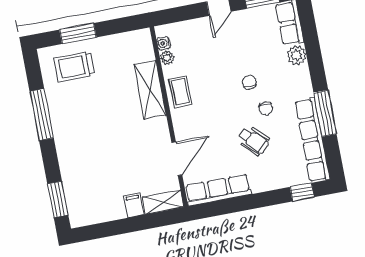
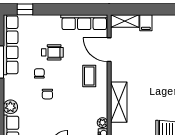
coffee table: (180, 92) -> (89, 76), moved
wheelchair: (254, 141) -> (52, 52), turned 135
door: (177, 159) -> (109, 50), hinge flipped

